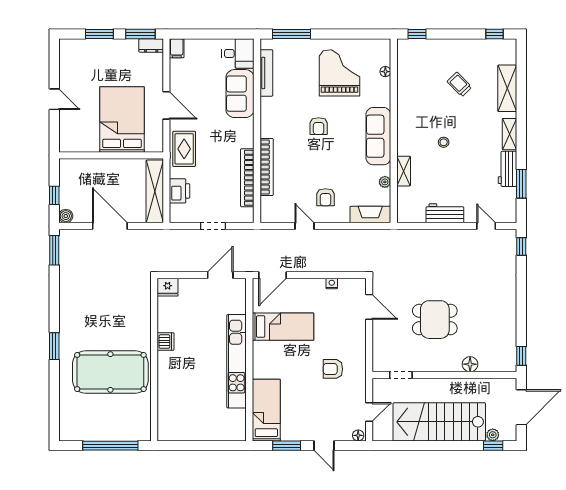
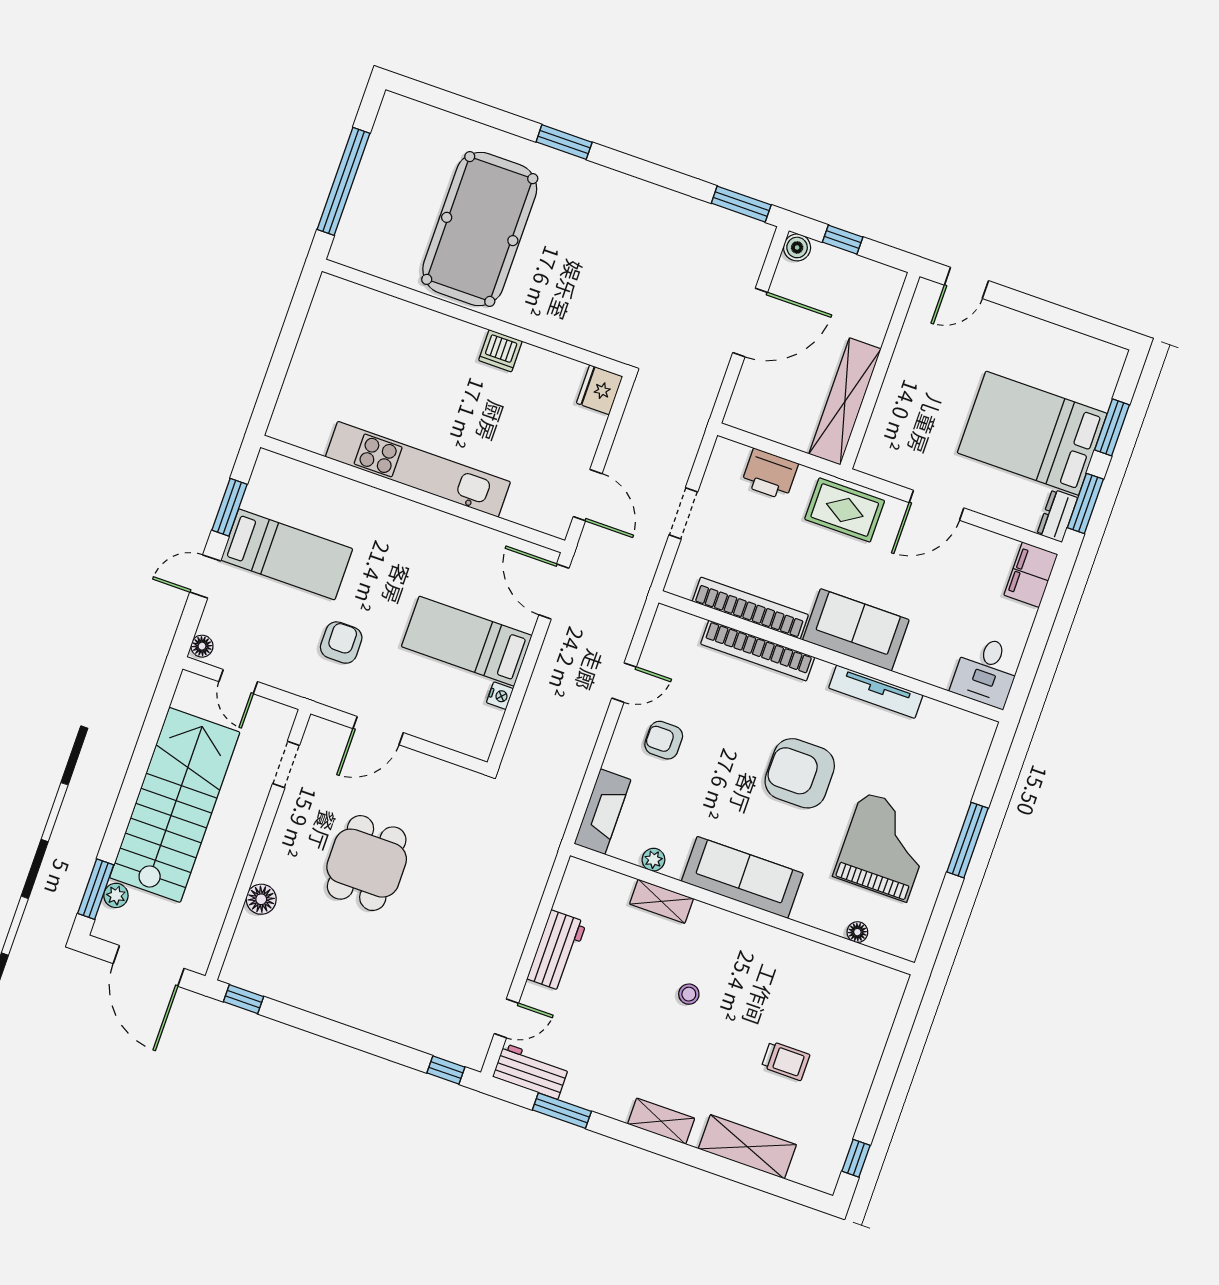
window: (291, 34) -> (967, 840), moved
window: (417, 34) -> (906, 1015), removed
filing cabinet: (177, 48) -> (1031, 575), width x2.00
tv unit: (266, 73) -> (876, 692), moved
grand piano: (340, 73) -> (884, 847), turned -90
trolley: (459, 84) -> (786, 1061), turned 44
sofa: (240, 94) -> (856, 630), moved
door: (54, 99) -> (966, 283), moved
bed: (122, 119) -> (1032, 433), moved, turned 180
armchair: (319, 126) -> (800, 773), width x1.88, depth x1.88
workbench: (507, 169) -> (531, 1071), moved
shelving: (155, 191) -> (845, 401), moved, turned 90
door: (369, 307) -> (378, 731), moved
bed: (283, 327) -> (467, 641), moved, turned 90
bed: (266, 410) -> (287, 554), moved
window: (493, 446) -> (96, 889), width x1.50

